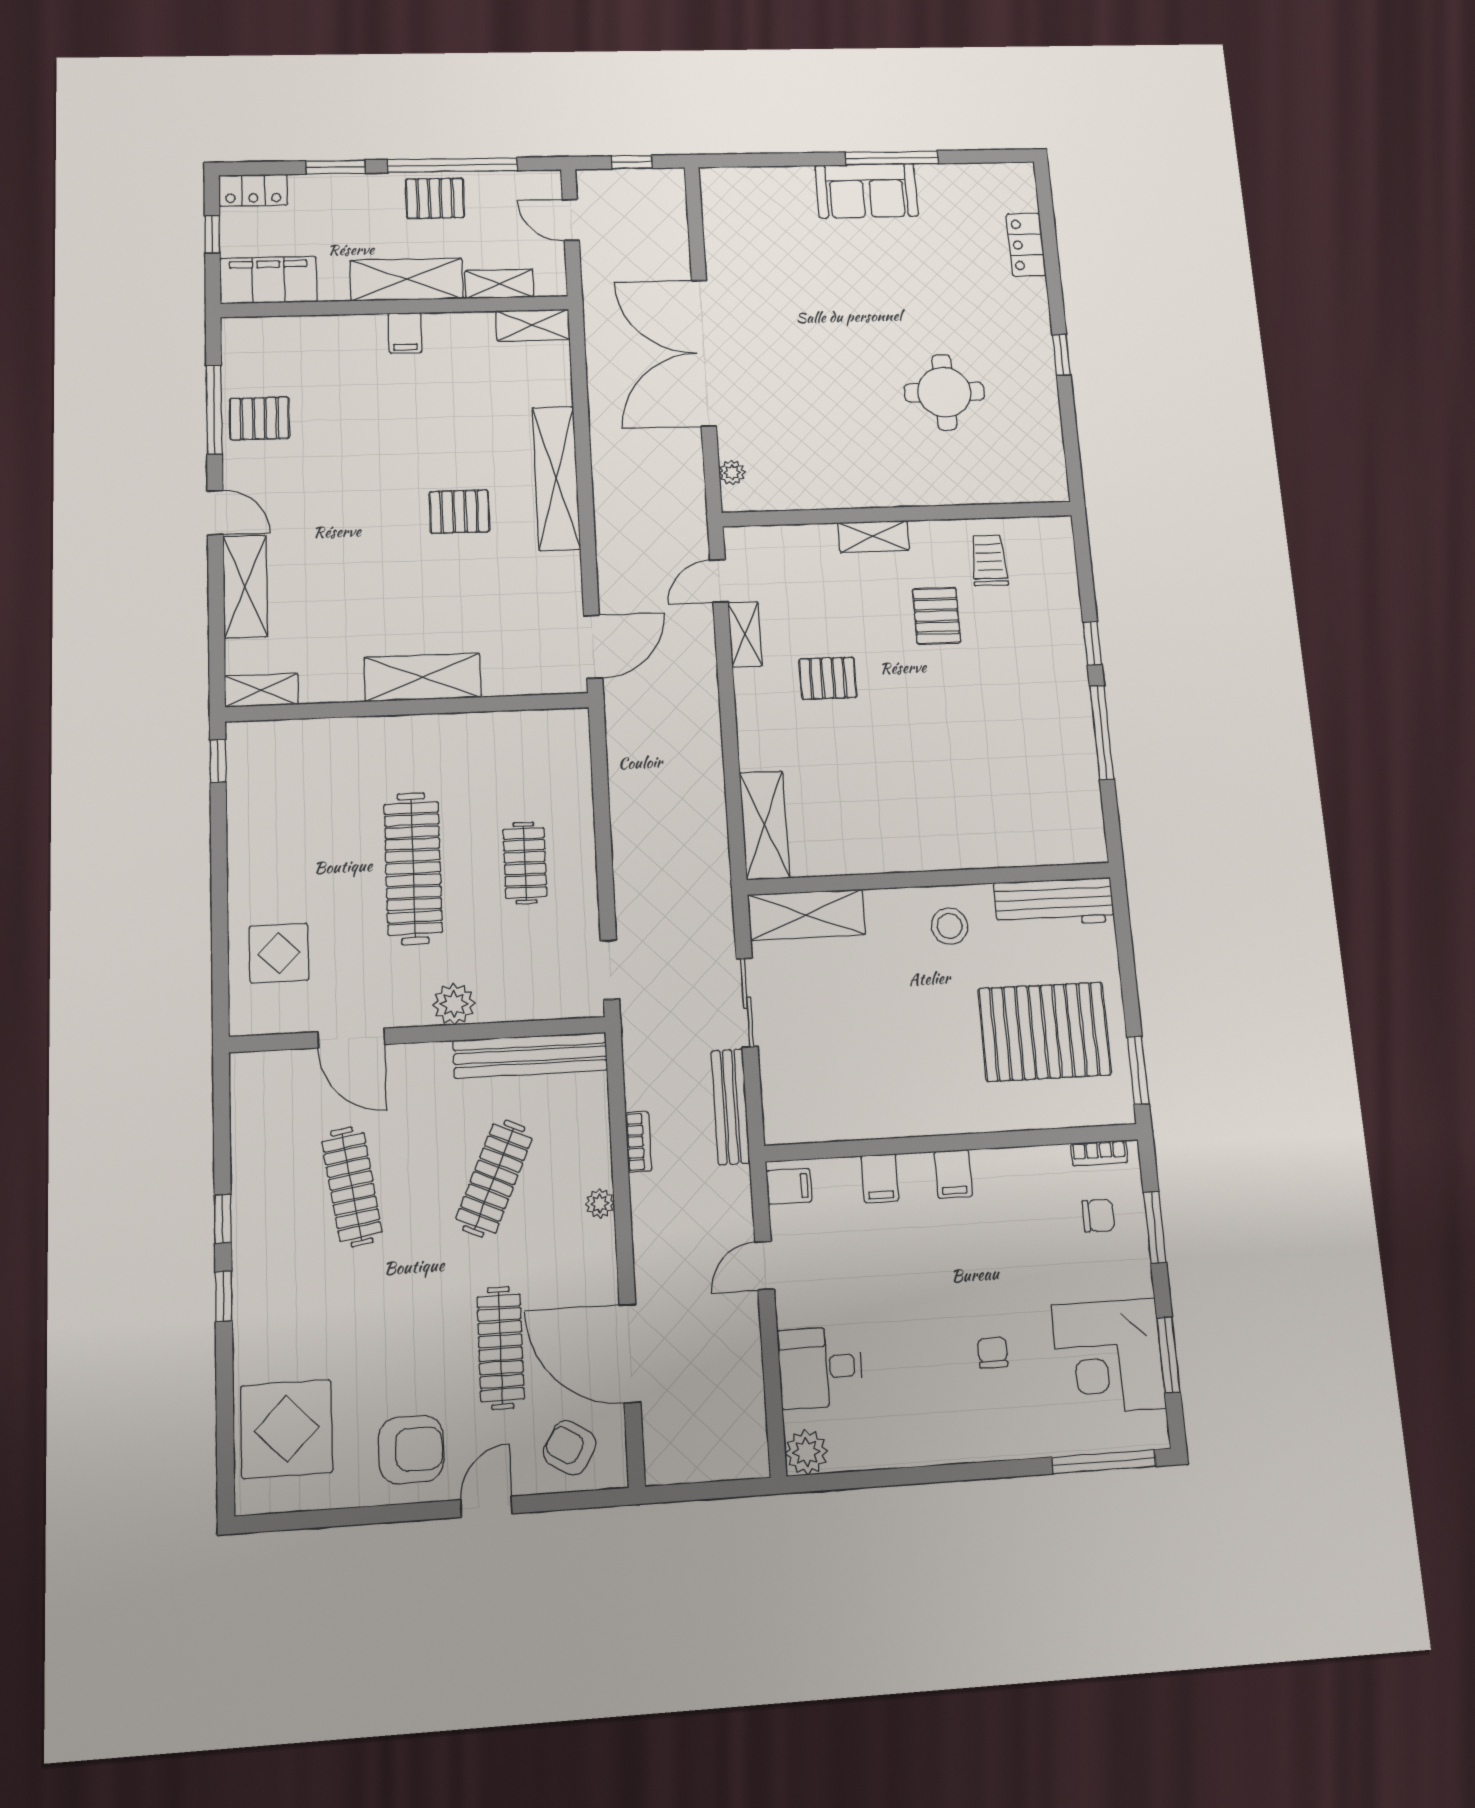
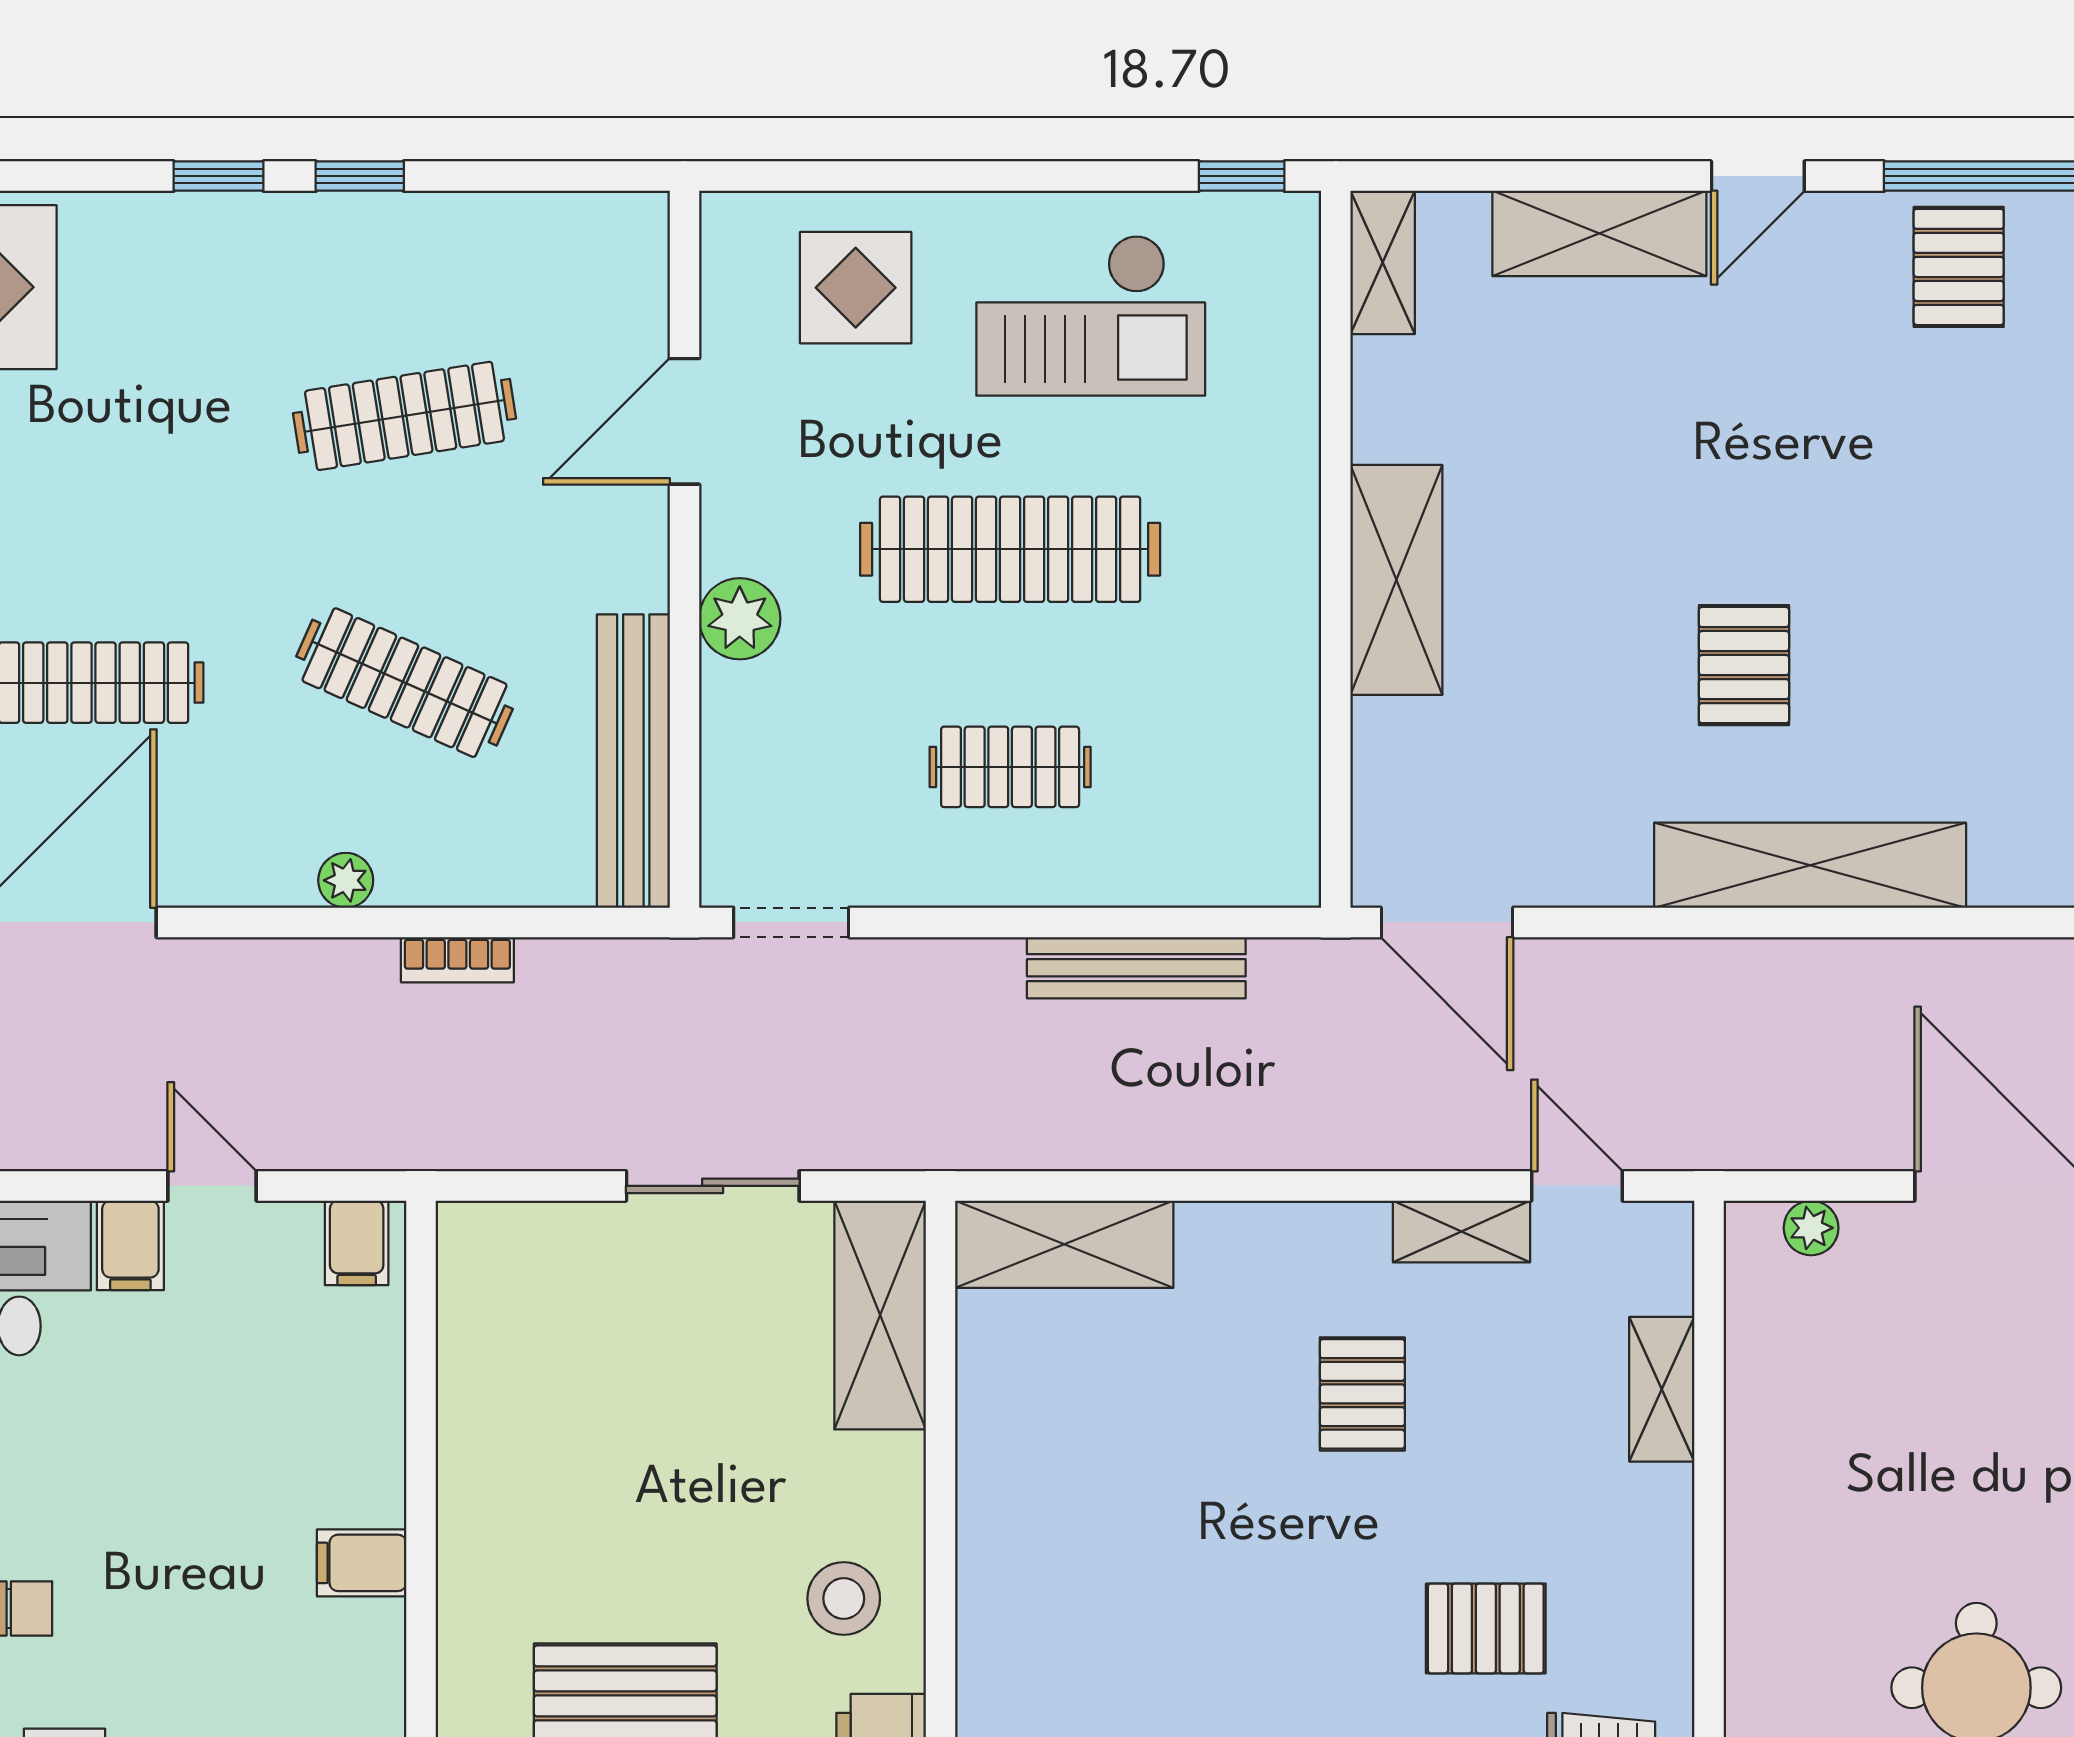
shelving: (874, 536) -> (1662, 1389), moved
checkout: (291, 833) -> (1091, 315), added
bench: (731, 1107) -> (1136, 968), moved
filing cabinet: (880, 1178) -> (130, 1245), moved, turned -90

